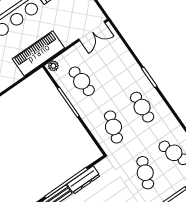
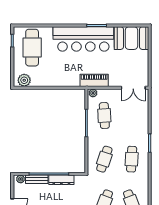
piano: (38, 53) -> (94, 80), width x0.73, depth x0.75

